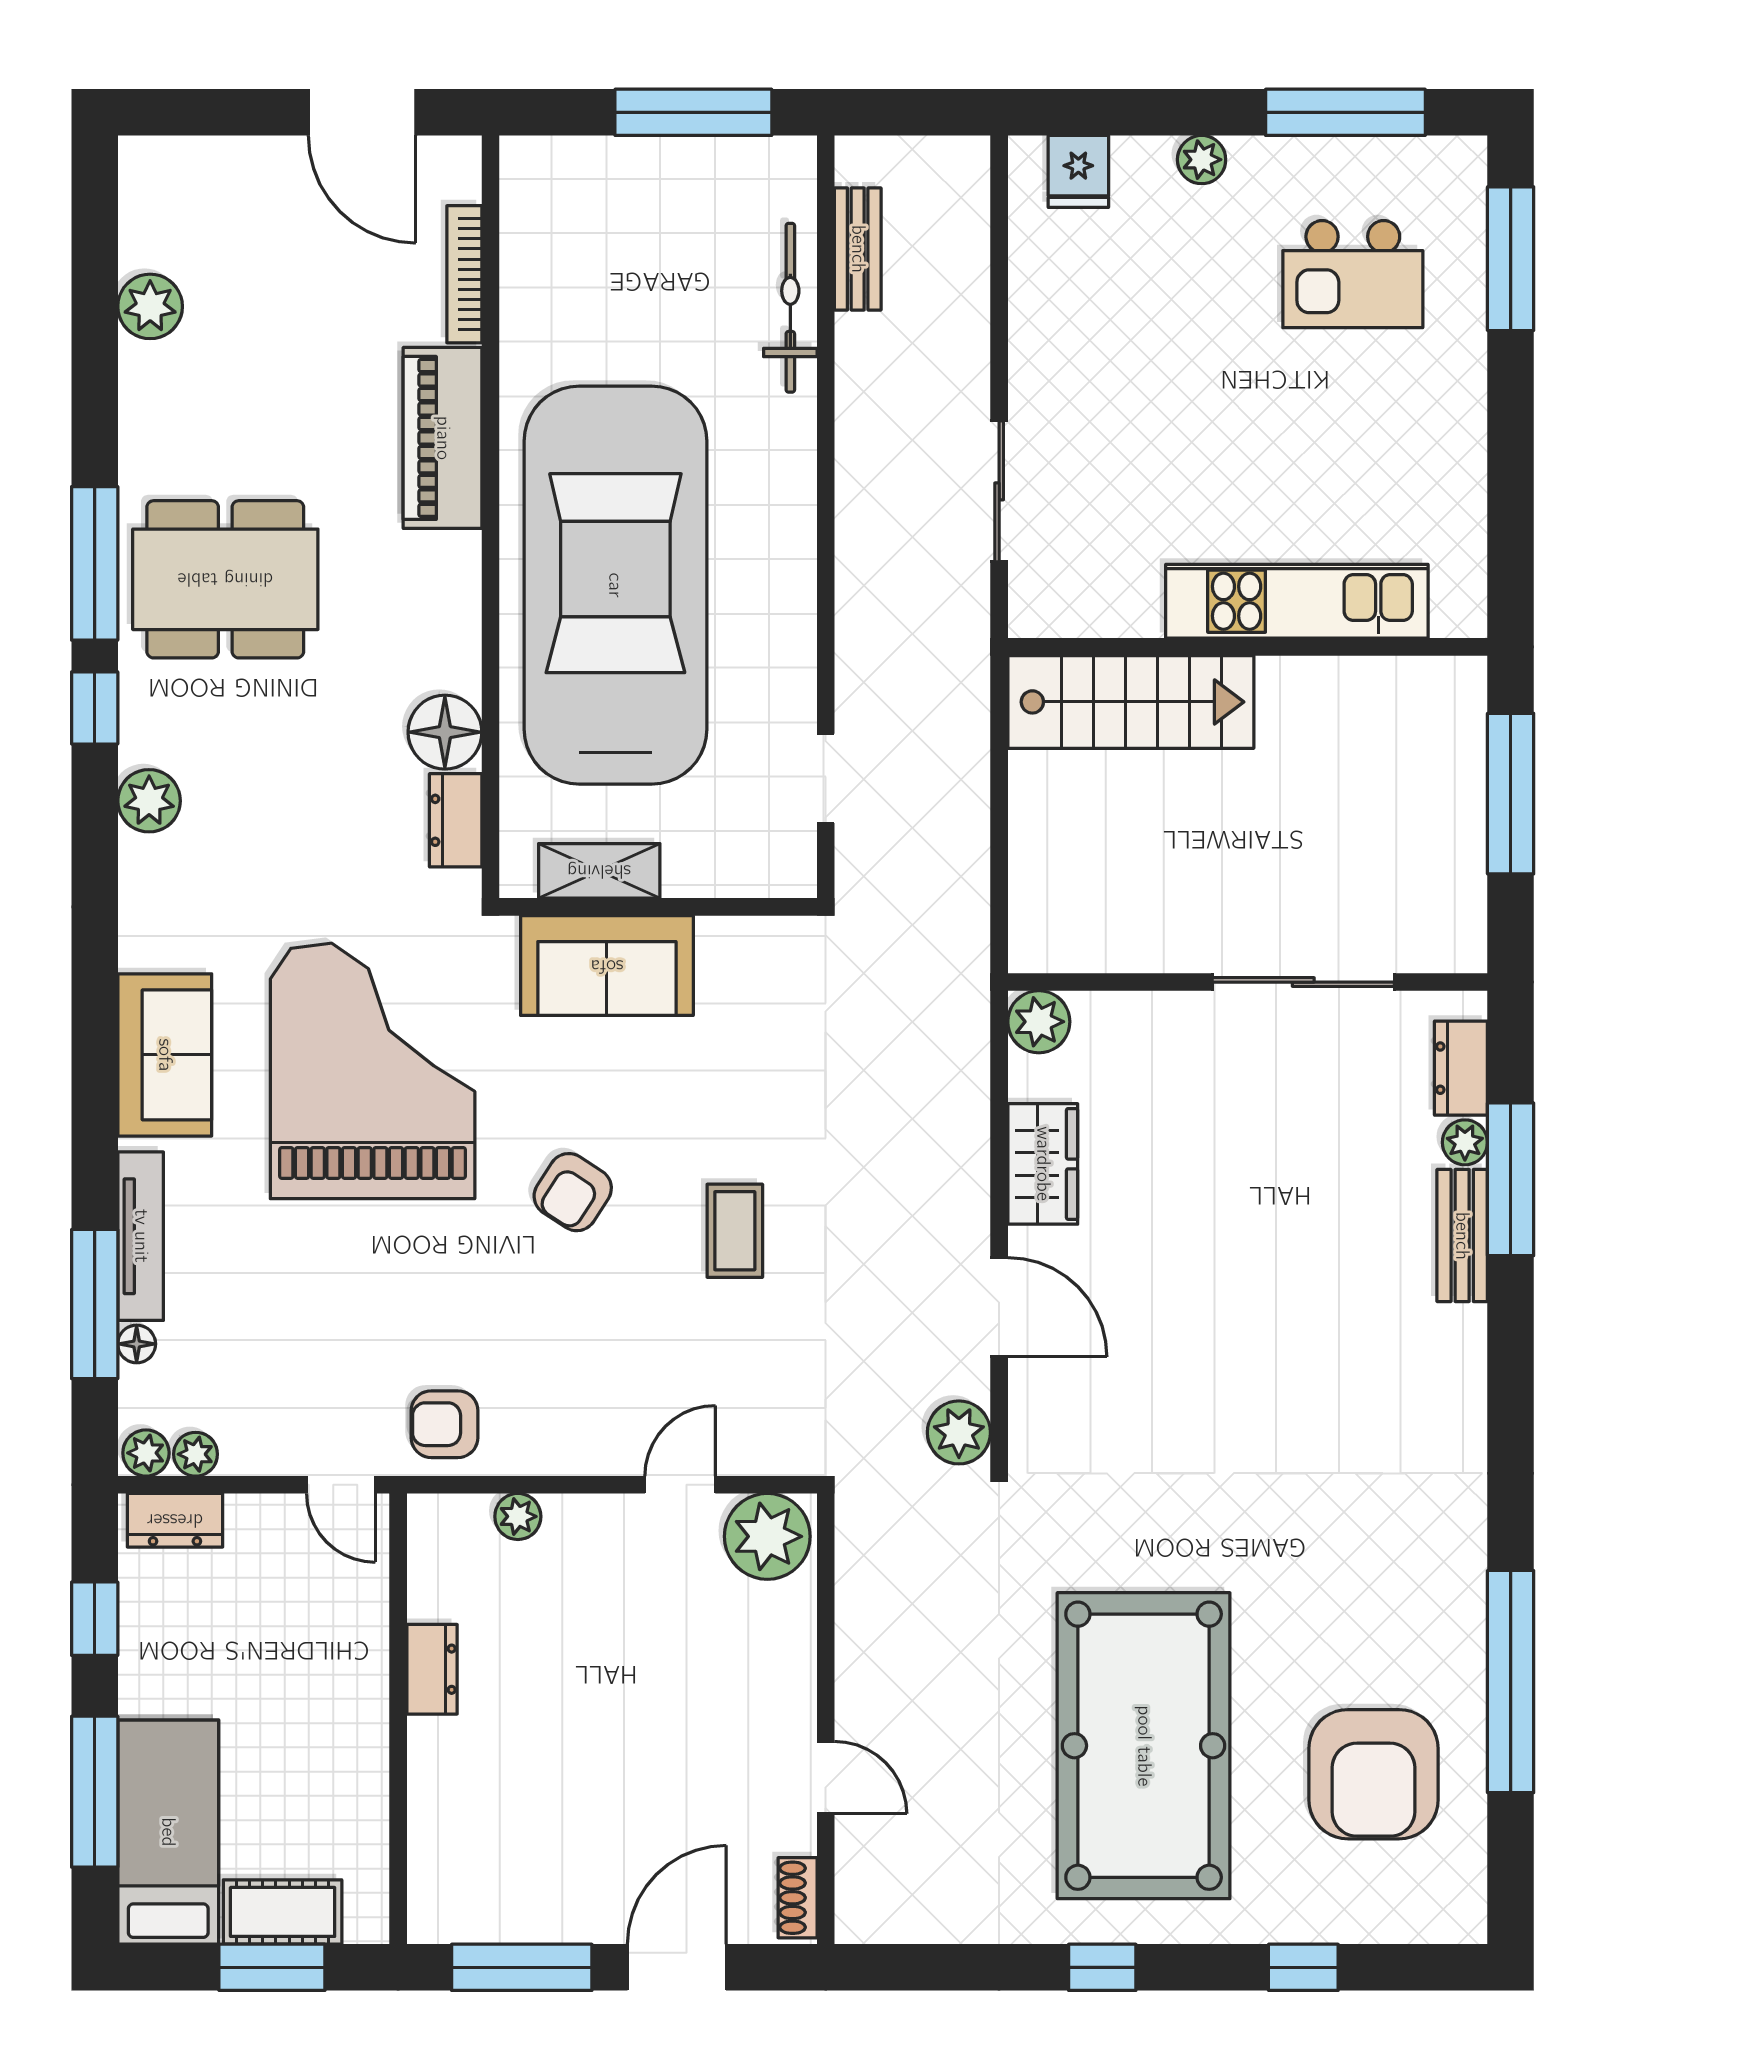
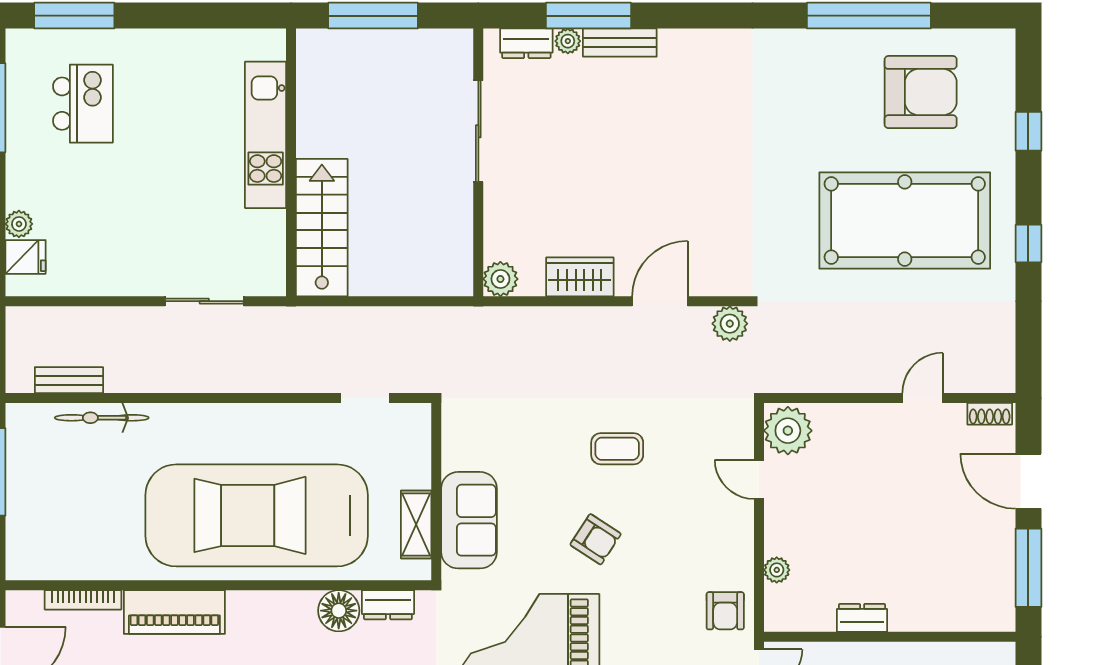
plant: (1202, 160) -> (19, 224), moved

